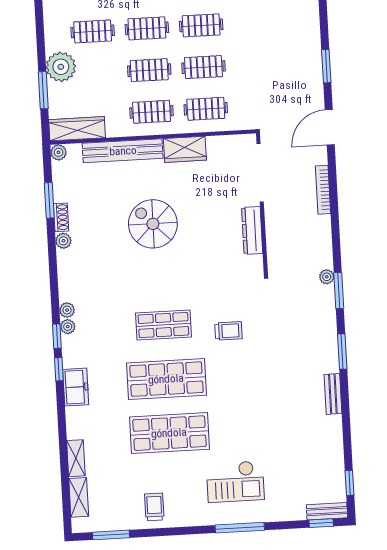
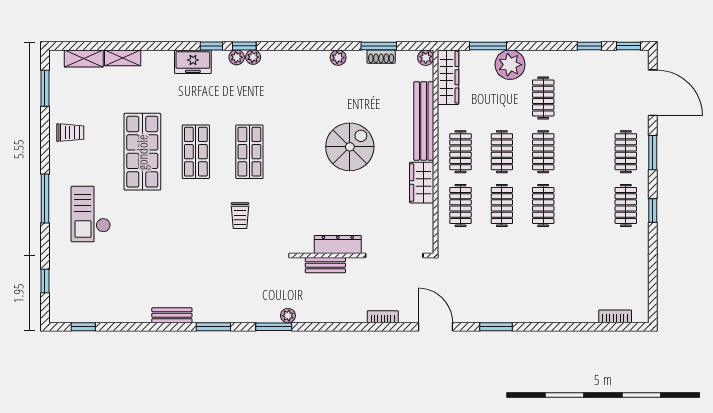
bookcase: (323, 190) -> (383, 317), width x0.64
shoe rack: (61, 217) -> (381, 57), moved
plant: (67, 310) -> (237, 57), moved
shop shelf: (166, 379) -> (196, 152), width x0.70, depth x0.74
bench: (327, 511) -> (325, 265), moved, turned 90
window: (321, 523) -> (45, 281), moved
window: (240, 528) -> (45, 199), moved

